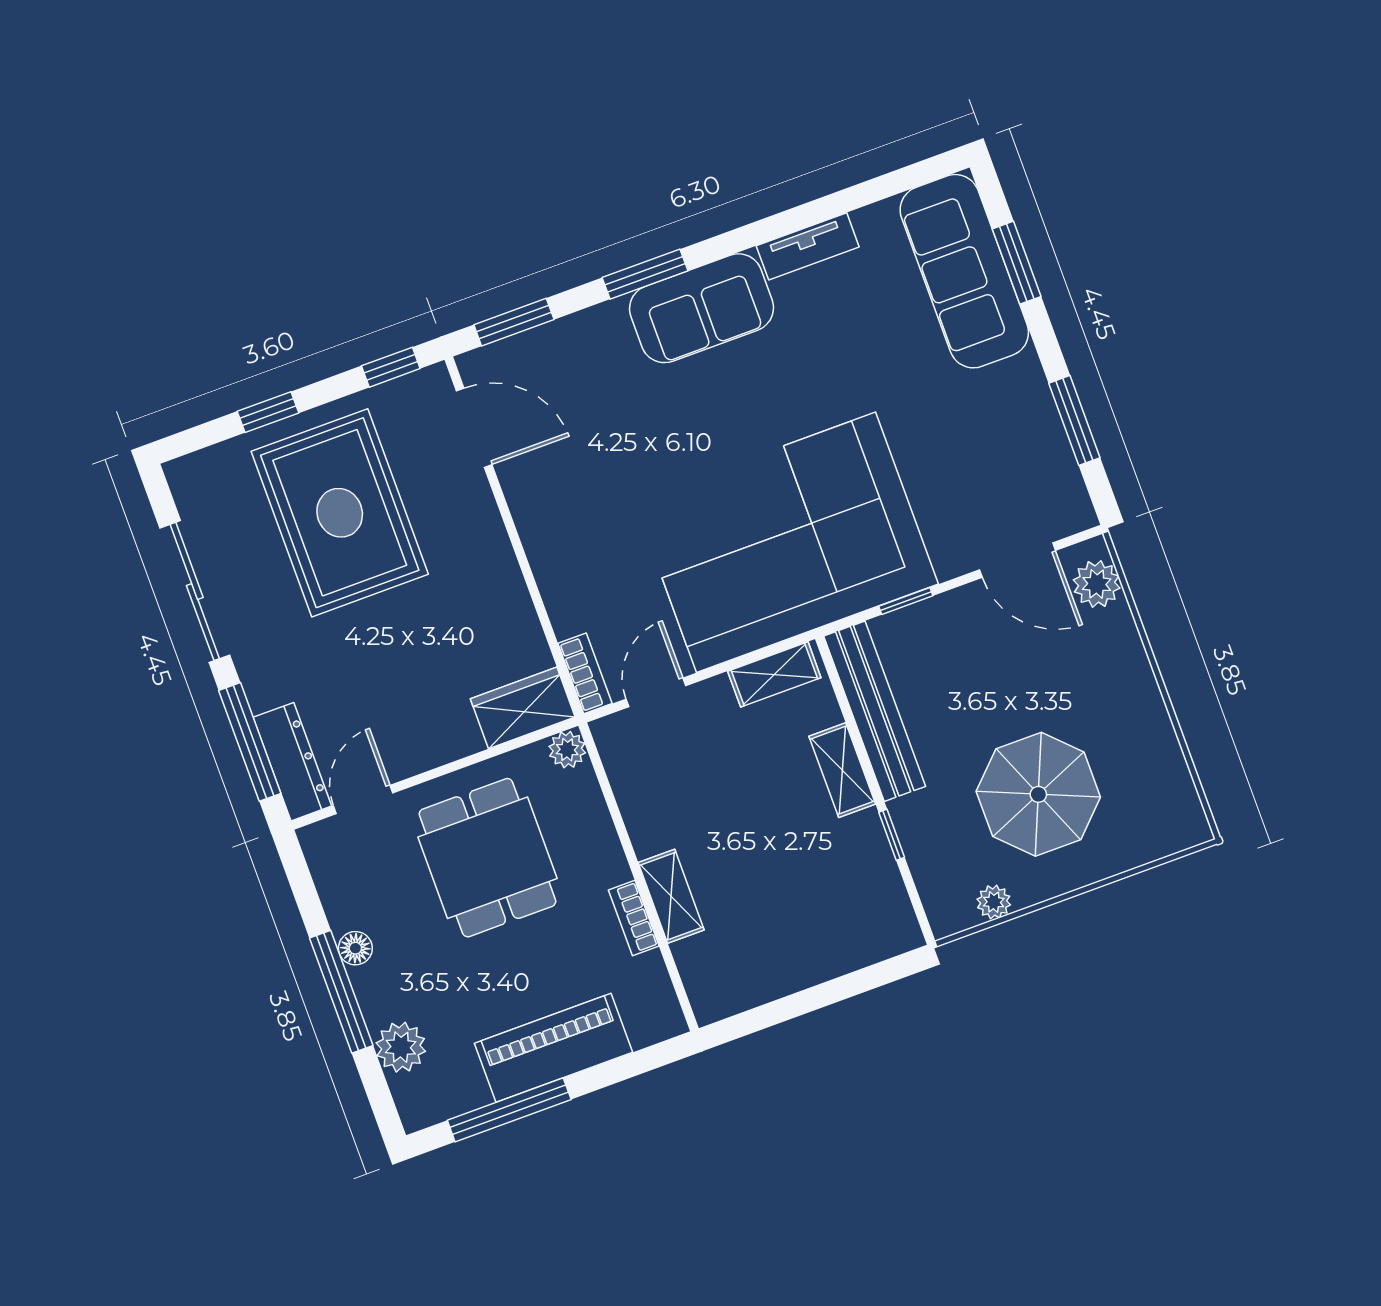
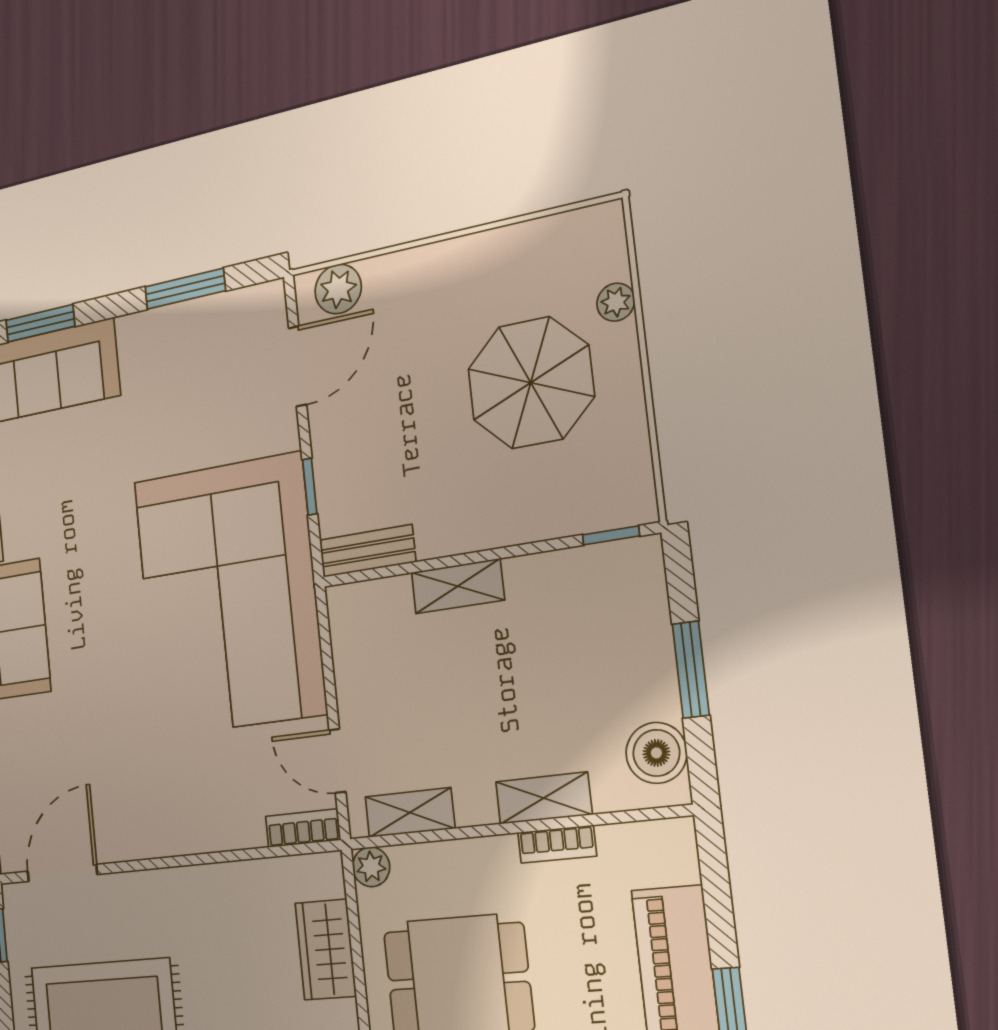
shelving: (774, 674) -> (410, 813), moved, turned 90
wardrobe: (523, 708) -> (326, 950), moved
bench: (875, 711) -> (367, 551), width x0.54, depth x0.82
window: (892, 835) -> (611, 535), moved
plant: (994, 902) -> (616, 302), moved
boiler: (735, 986) -> (656, 753), added
window: (814, 998) -> (691, 670), added

